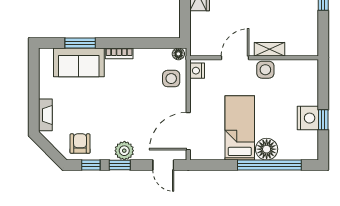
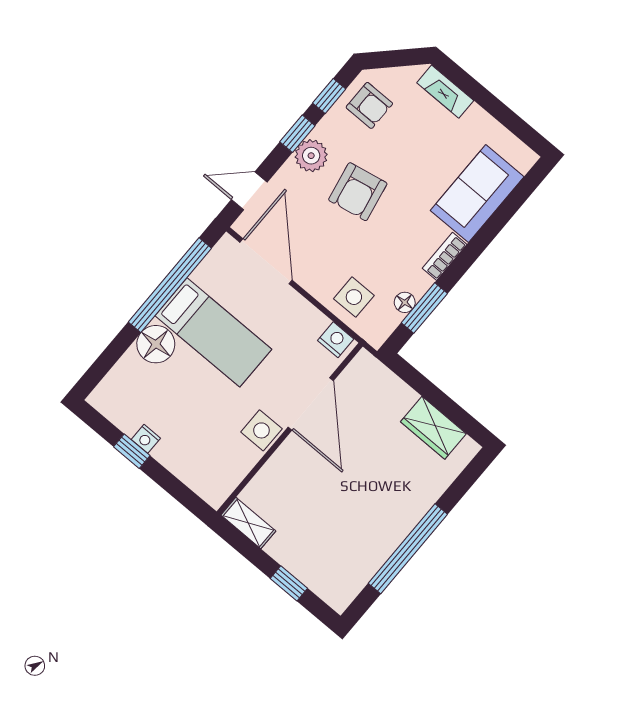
window: (80, 43) -> (424, 308), moved
shelving: (270, 49) -> (248, 523), moved, turned 90
floor lamp: (178, 54) -> (405, 302), moved
door: (235, 58) -> (311, 404), width x1.36
armchair: (123, 116) -> (358, 192), added
nightstand: (308, 118) -> (146, 439), width x0.53, depth x0.56
window: (269, 165) -> (170, 285), moved

